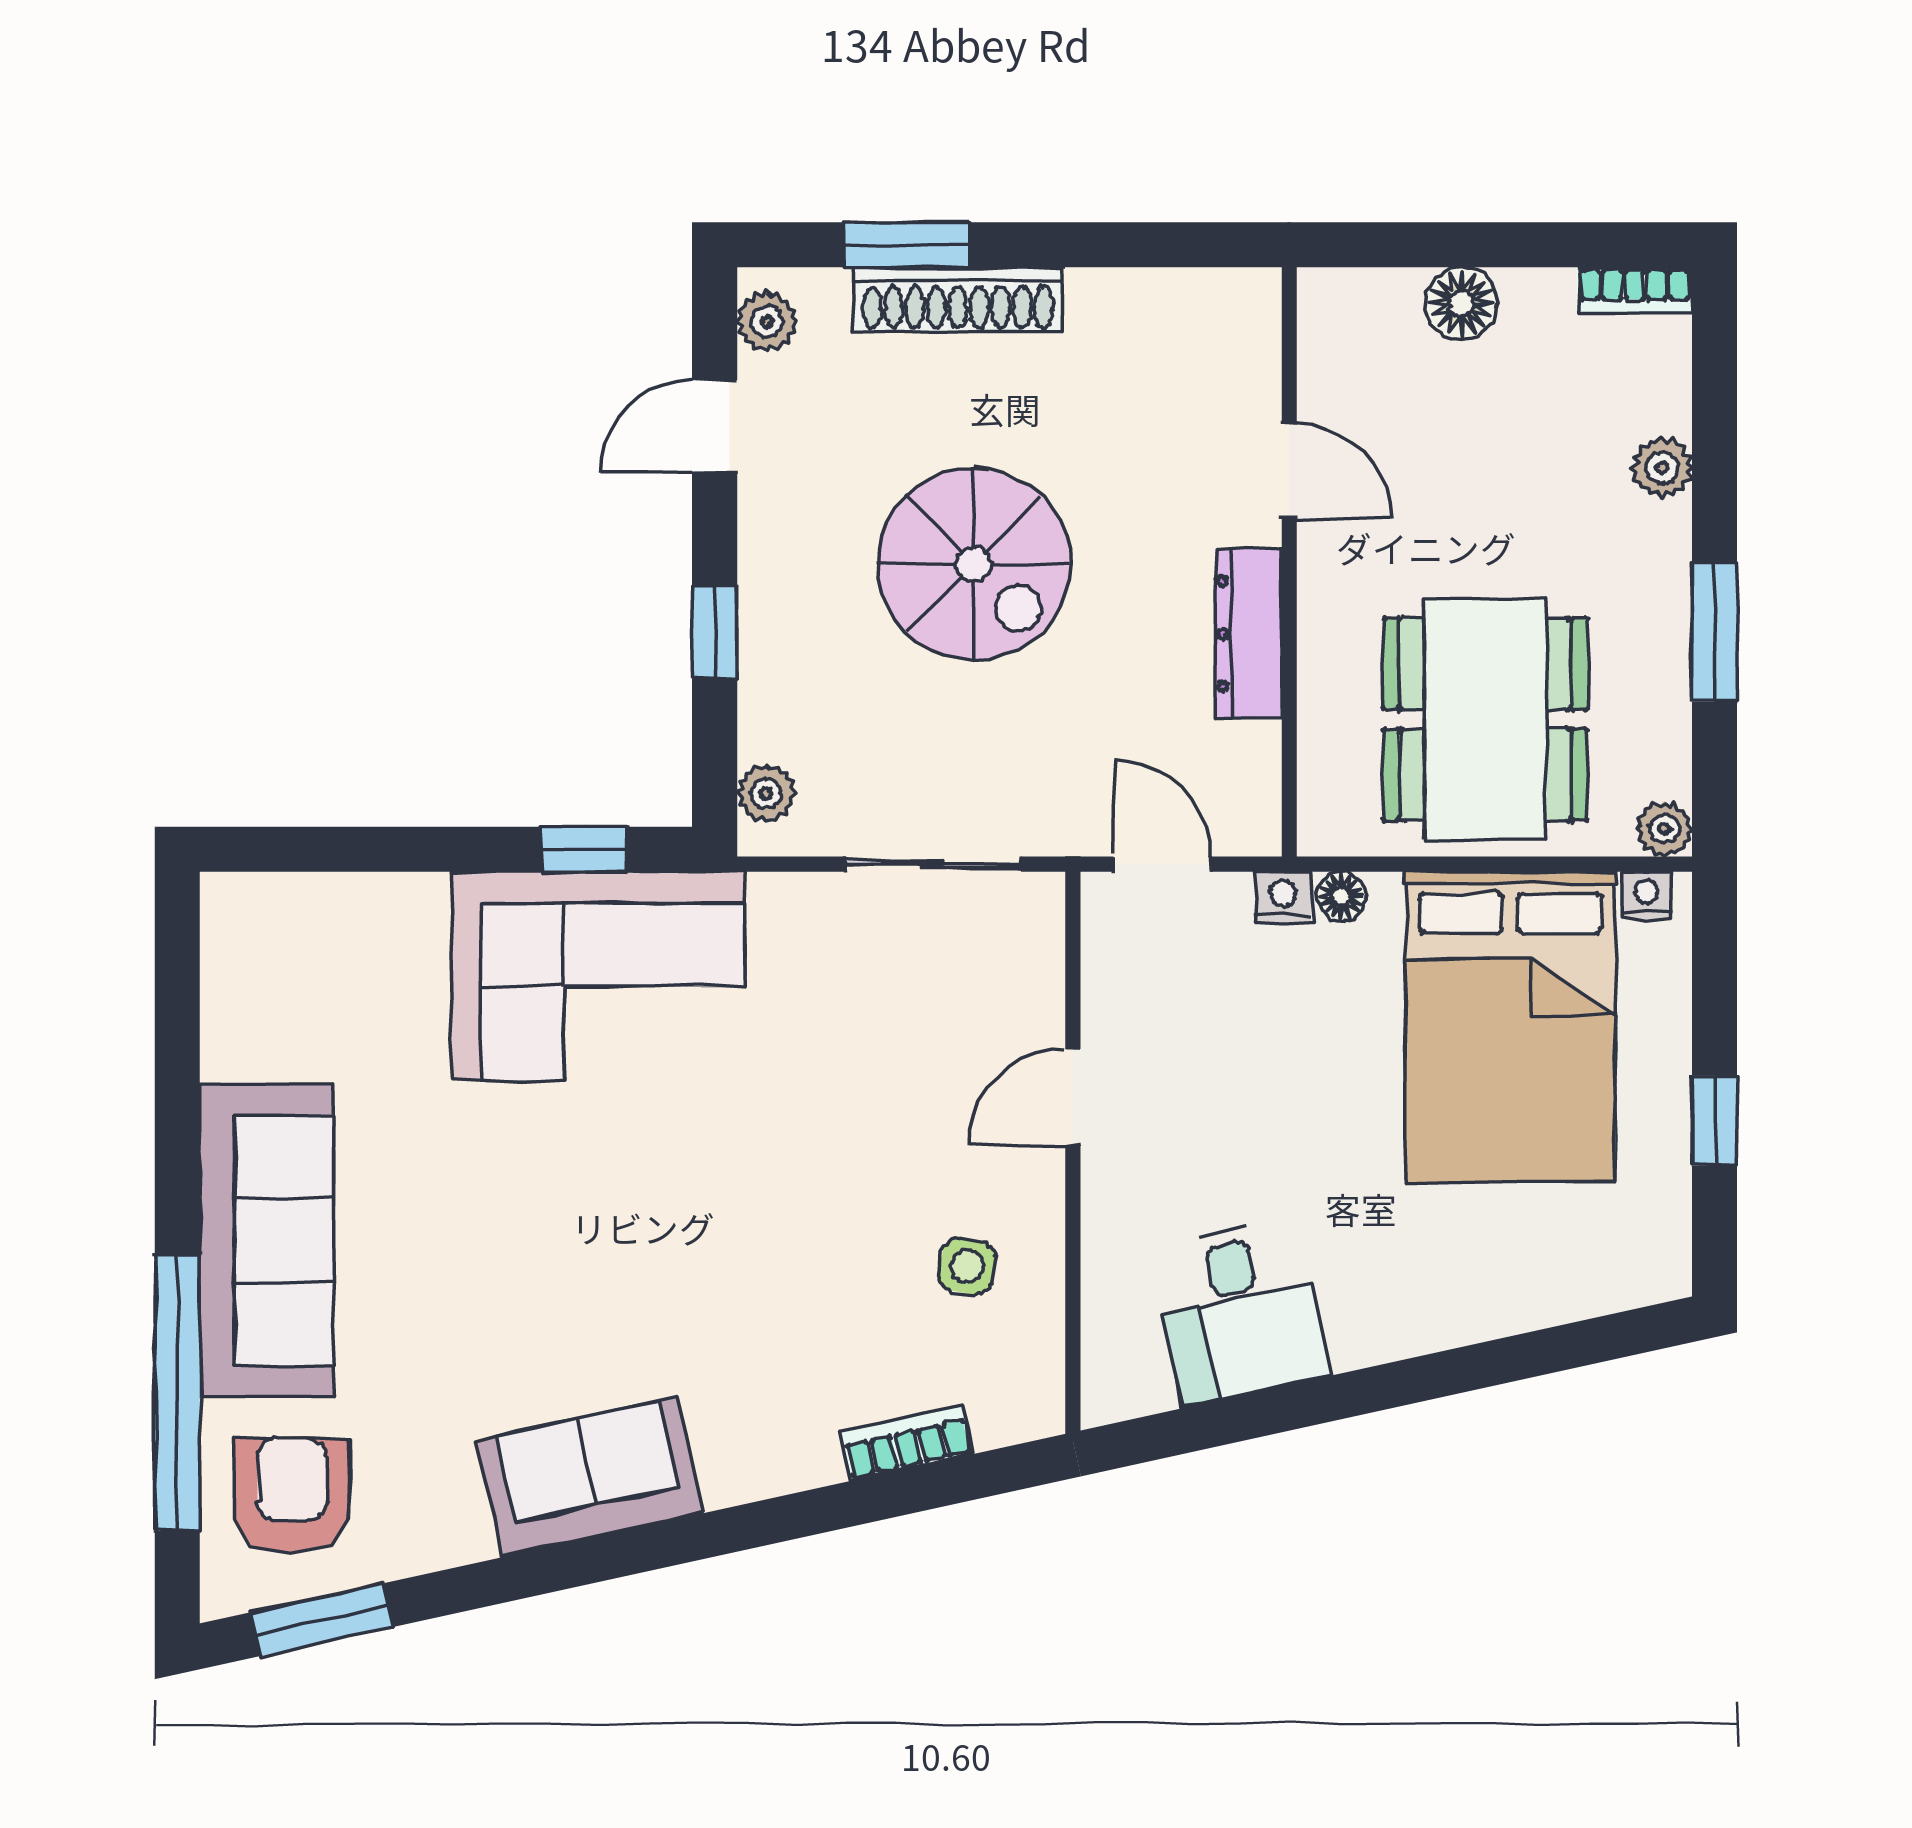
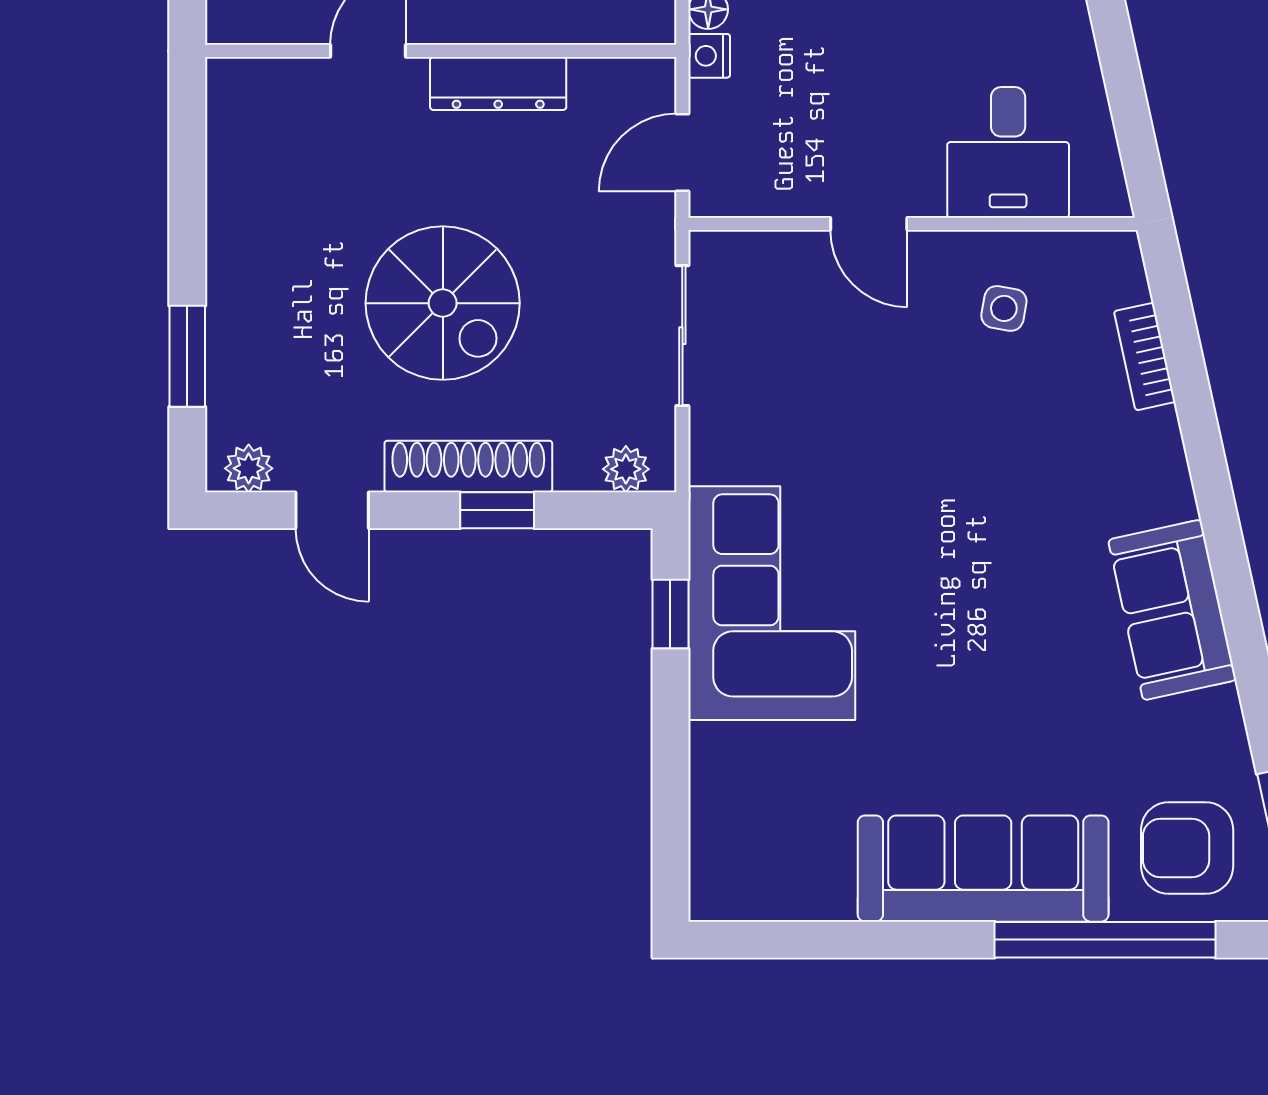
shoe rack: (958, 300) -> (468, 466), moved, turned -90
spiral stairs: (974, 564) -> (443, 303), turned 90
desk: (1240, 1312) -> (1008, 152), moved, turned 102

